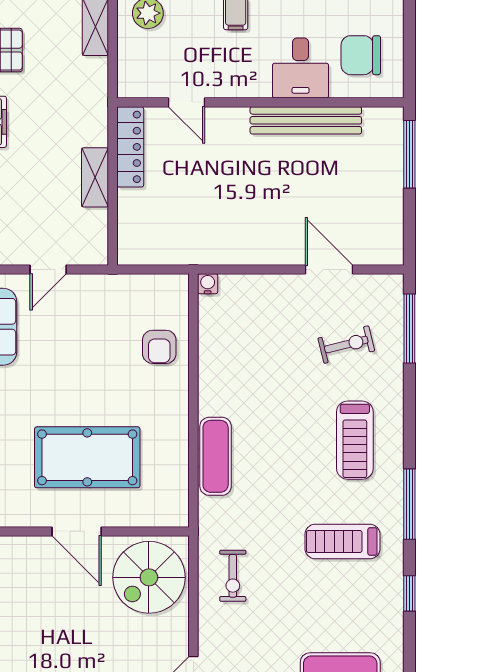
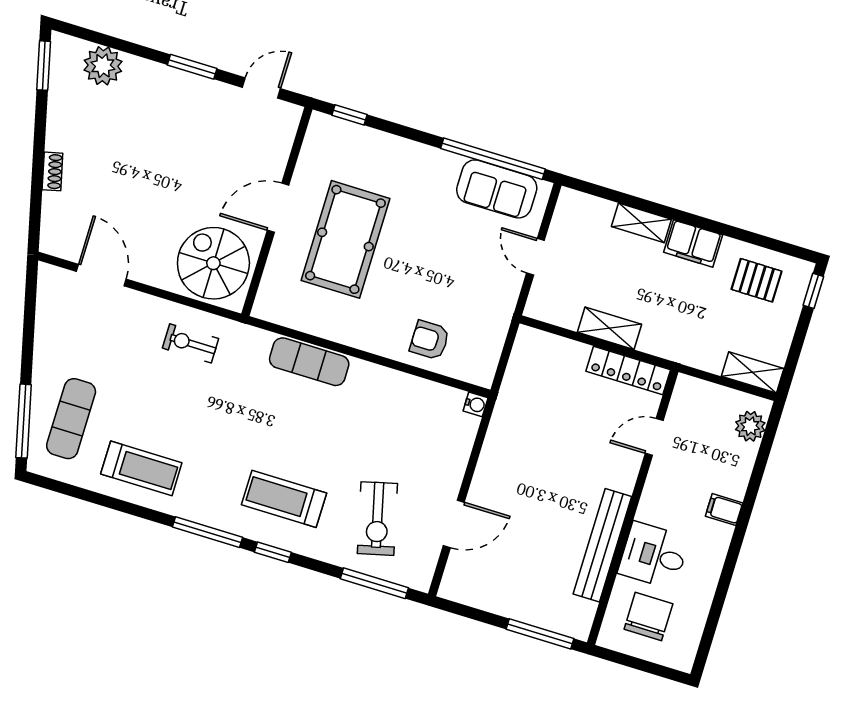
exercise bike: (346, 345) -> (377, 519), width x1.38, depth x1.39
treadmill: (342, 541) -> (141, 468), moved, turned 90
window: (409, 593) -> (273, 552), moved

